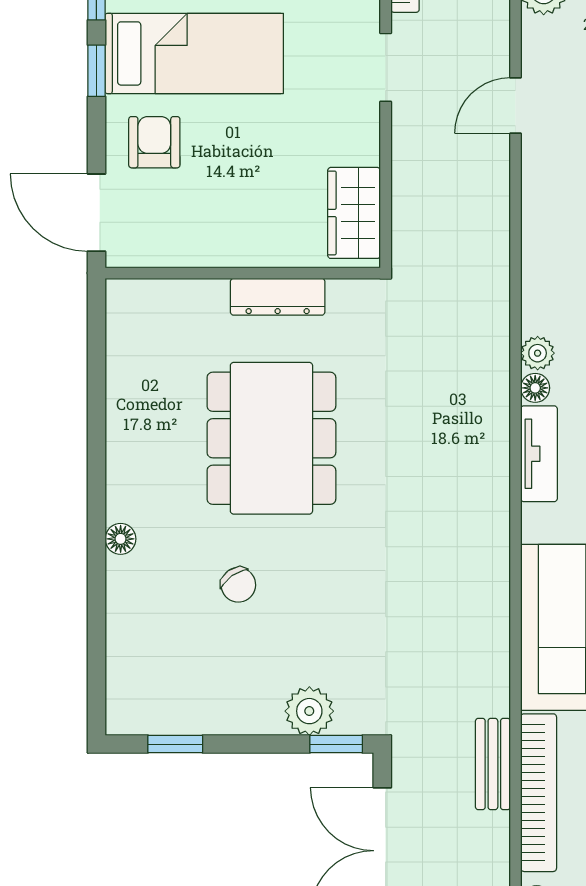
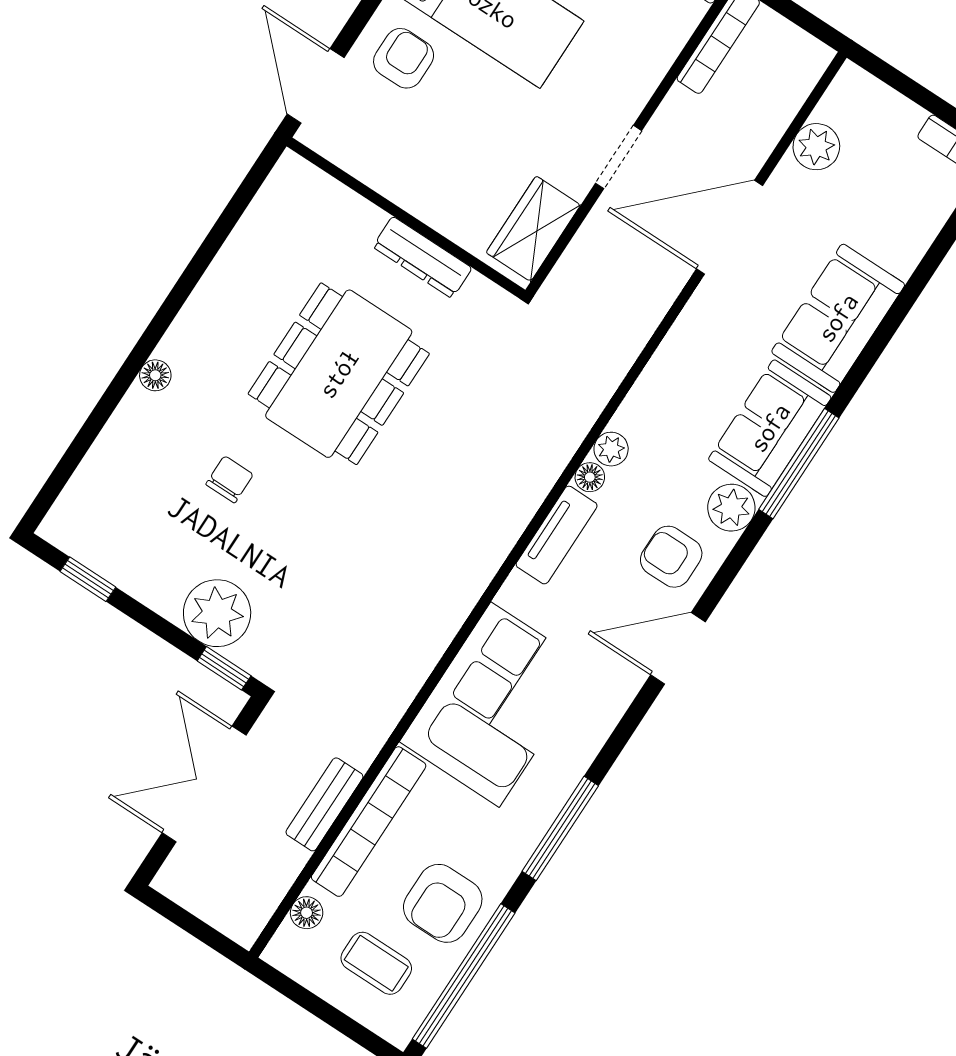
doorway: (386, 67) -> (619, 157), moved
door: (516, 106) -> (730, 227), width x1.88
chair: (238, 585) -> (230, 479), turned -145
plant: (309, 711) -> (217, 613), width x1.36, depth x1.36
bench: (493, 764) -> (325, 804), moved

